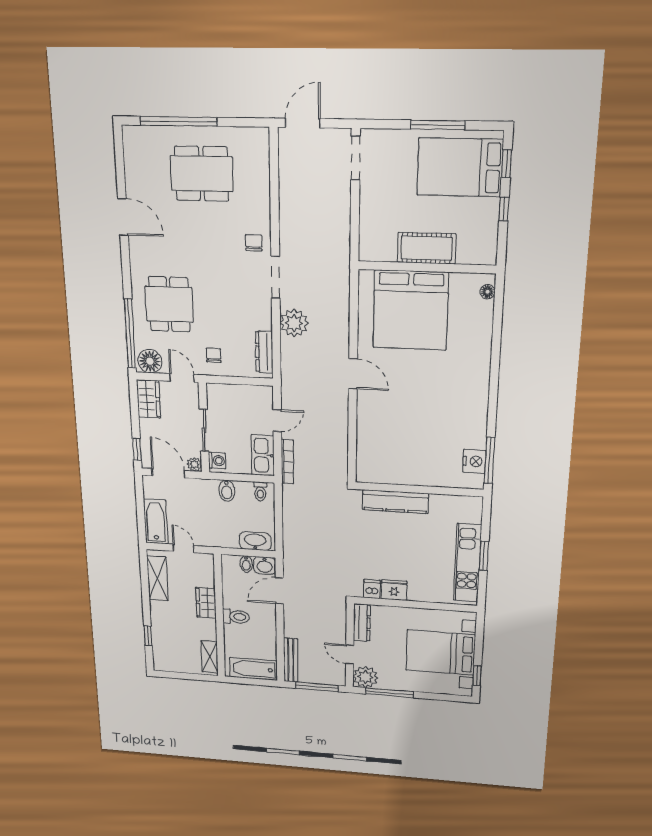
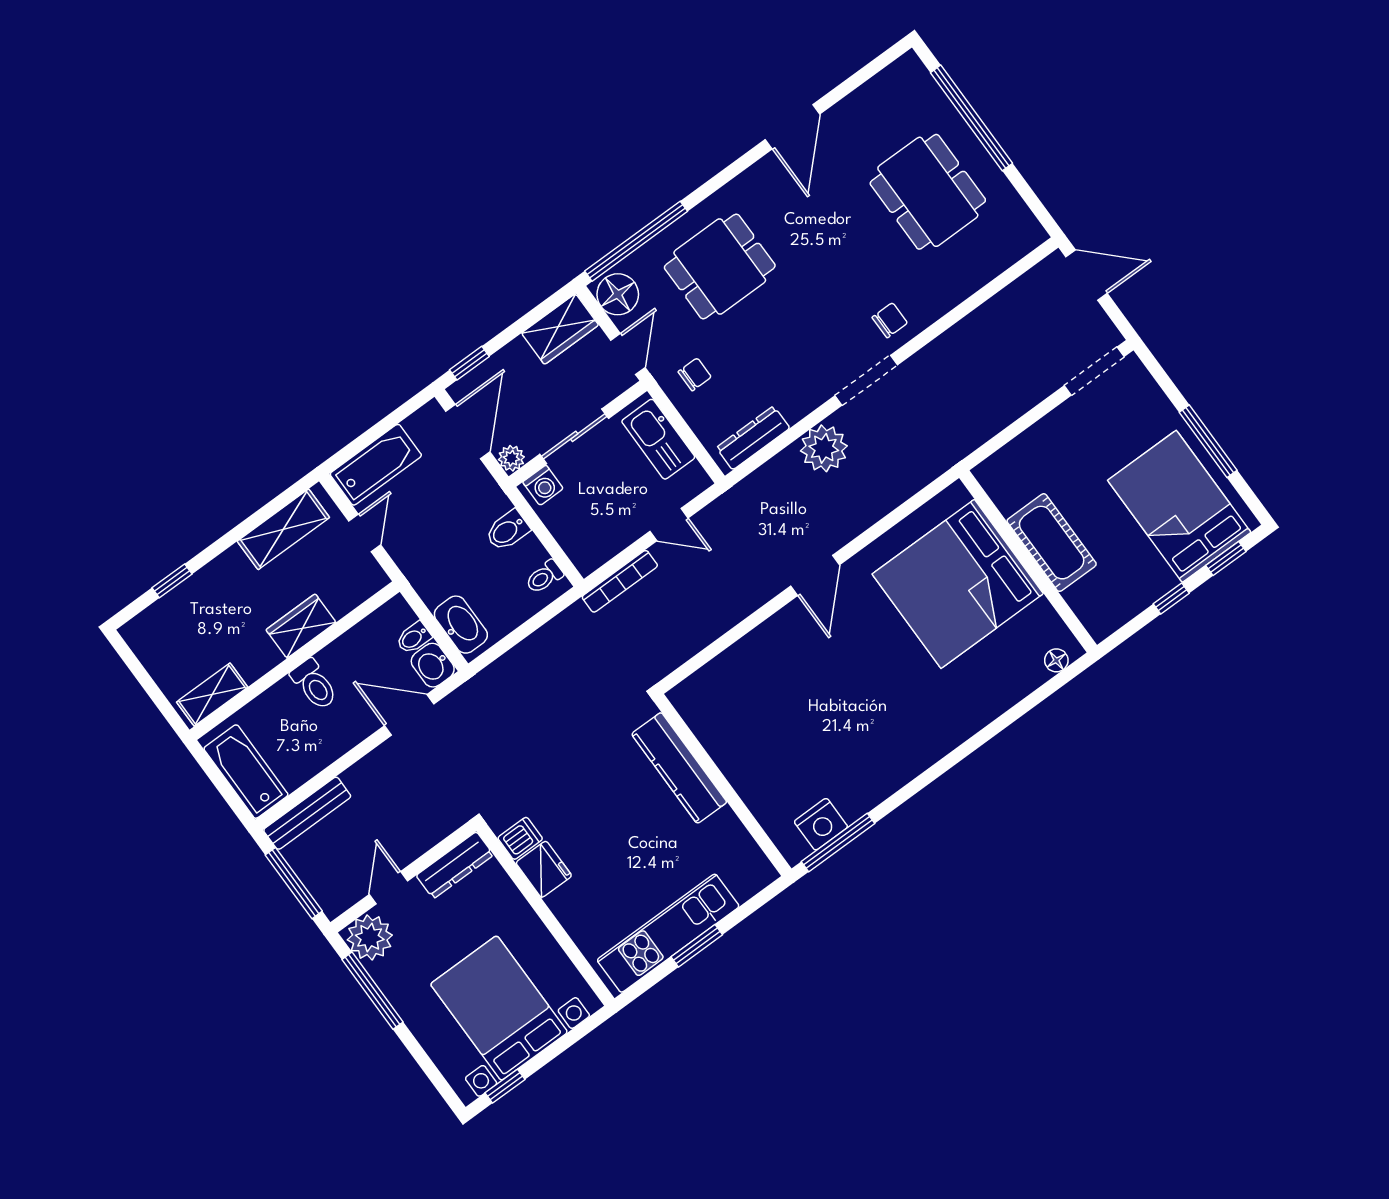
kitchen sink: (263, 455) -> (658, 439), moved, turned -90

